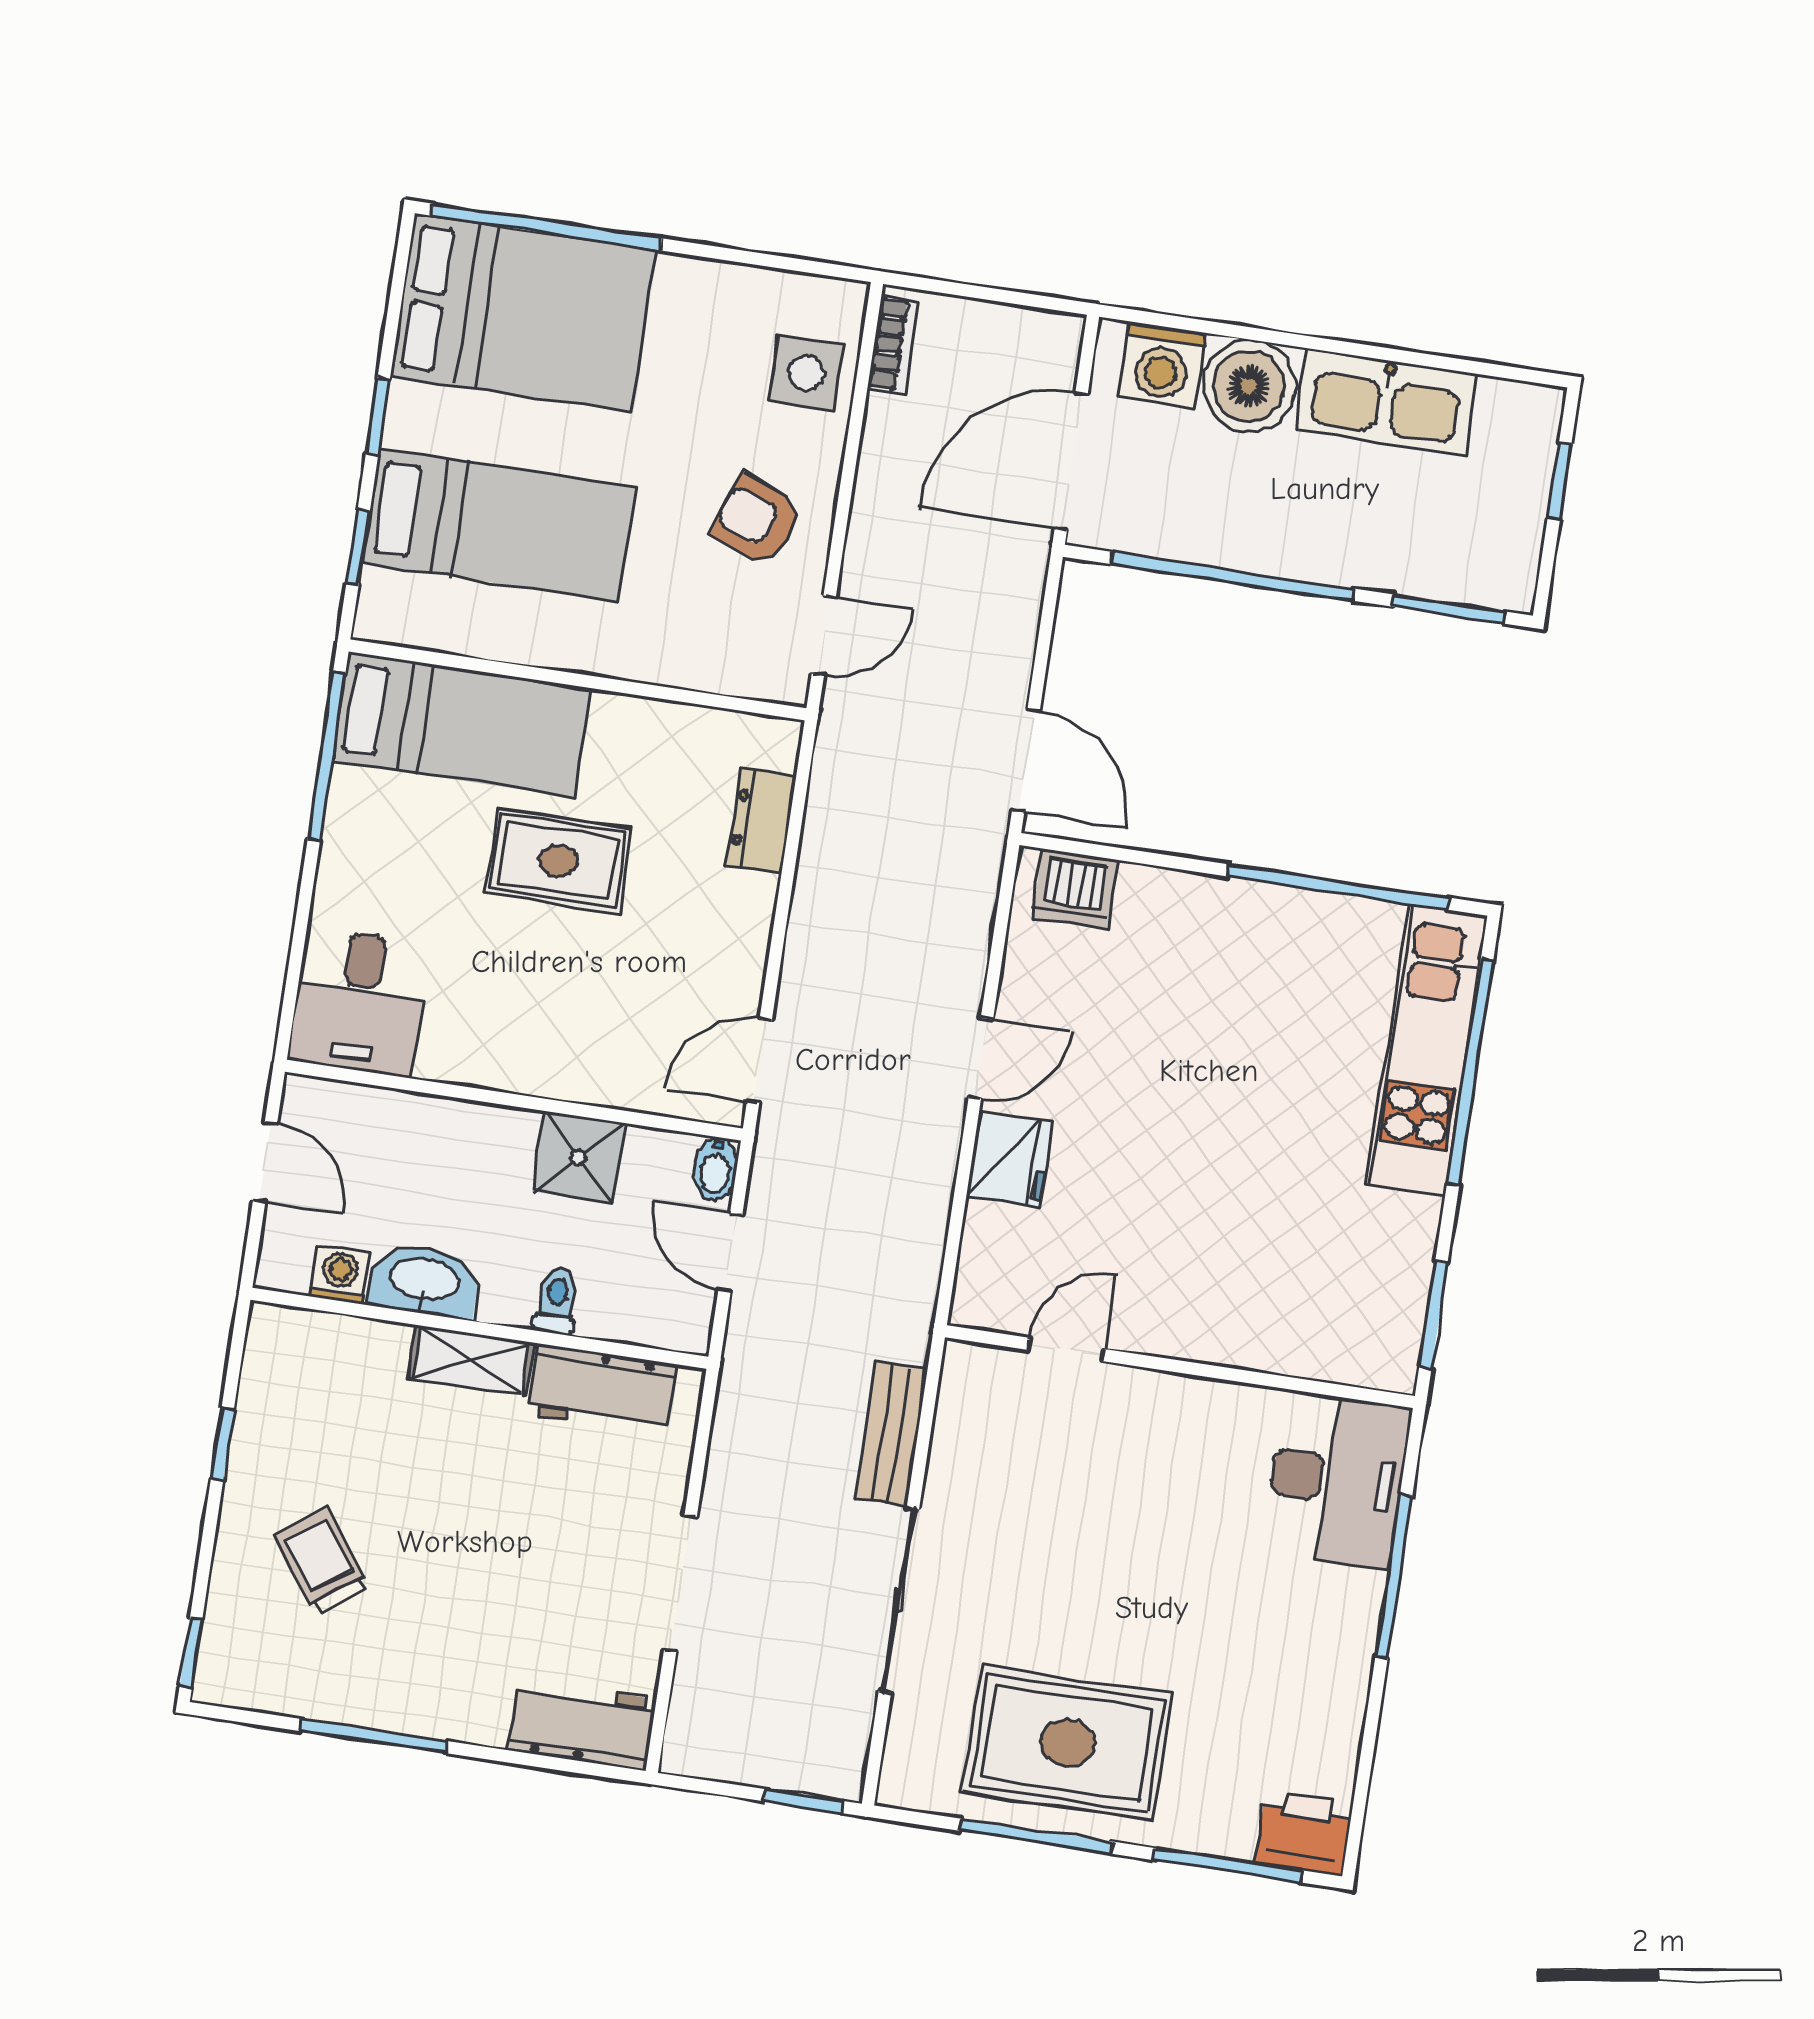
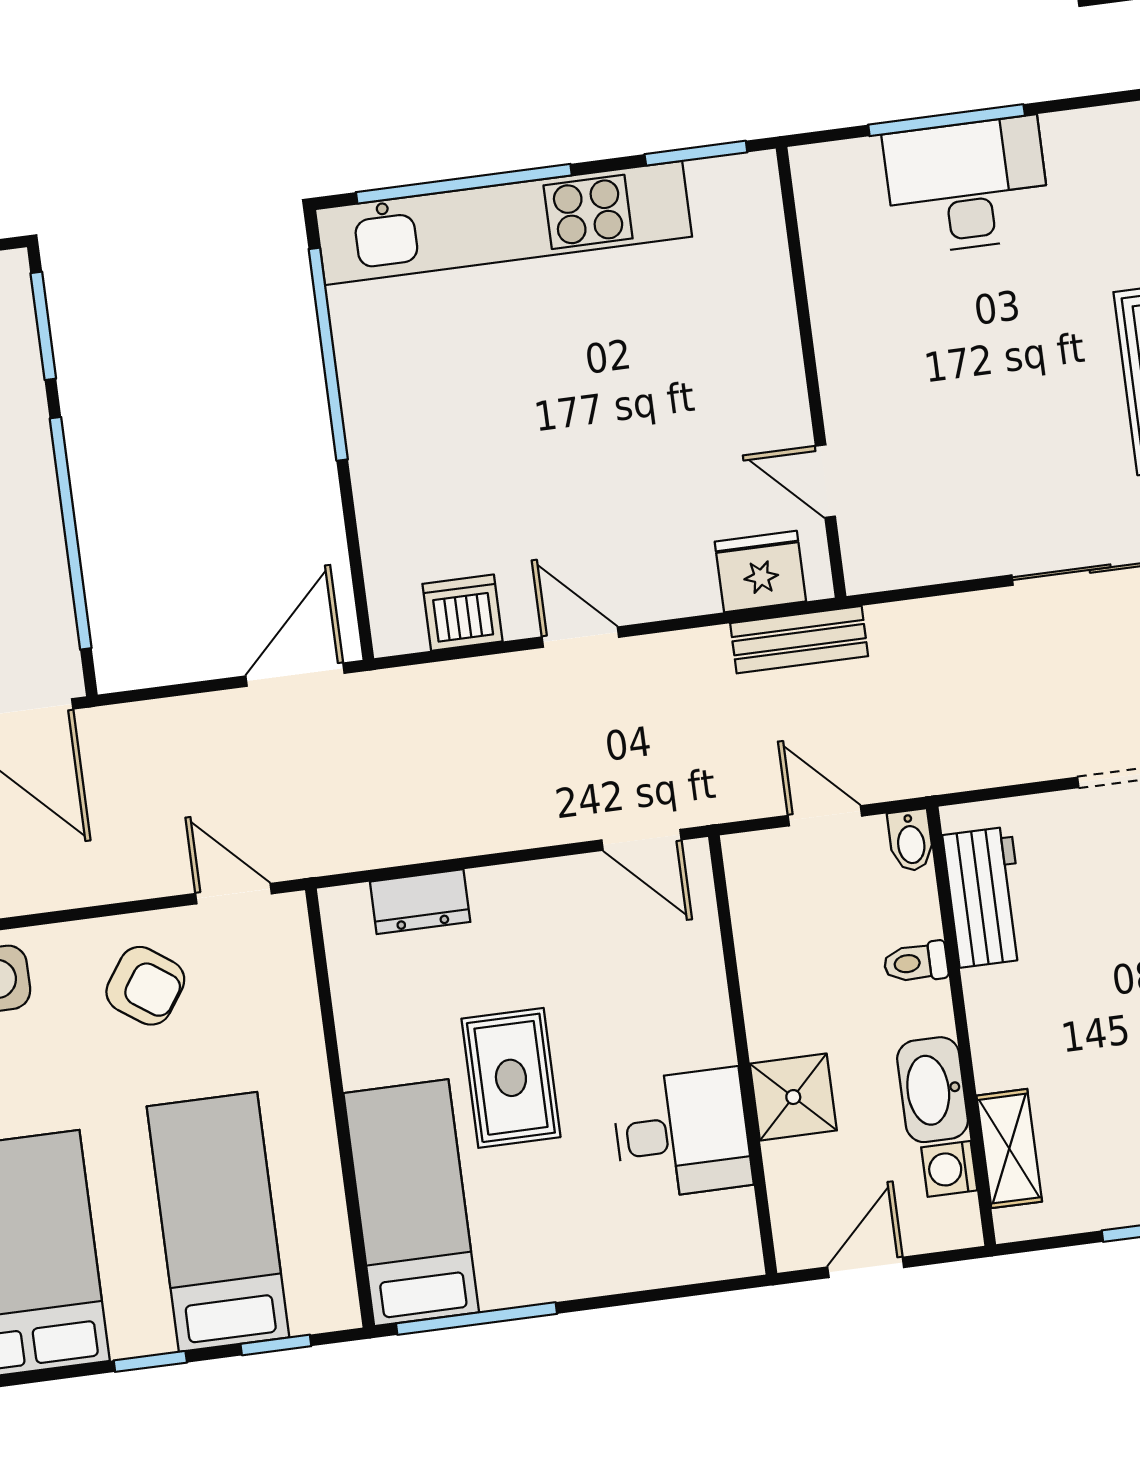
armchair: (757, 520) -> (145, 986), turned -76
dishwasher: (1075, 889) -> (463, 613), moved, turned -90
desk: (359, 1002) -> (682, 1134), moved
kitchen unit: (1427, 1050) -> (504, 223), width x1.36
shower: (578, 1157) -> (793, 1097), moved
fridge: (1009, 1159) -> (760, 571), moved
bidet: (715, 1168) -> (911, 840), moved, turned 90
door: (730, 1252) -> (825, 816), swing flipped
shelving: (471, 1360) -> (1009, 1149), moved
bench: (891, 1434) -> (799, 640), moved
desk: (1337, 1480) -> (967, 185), moved

